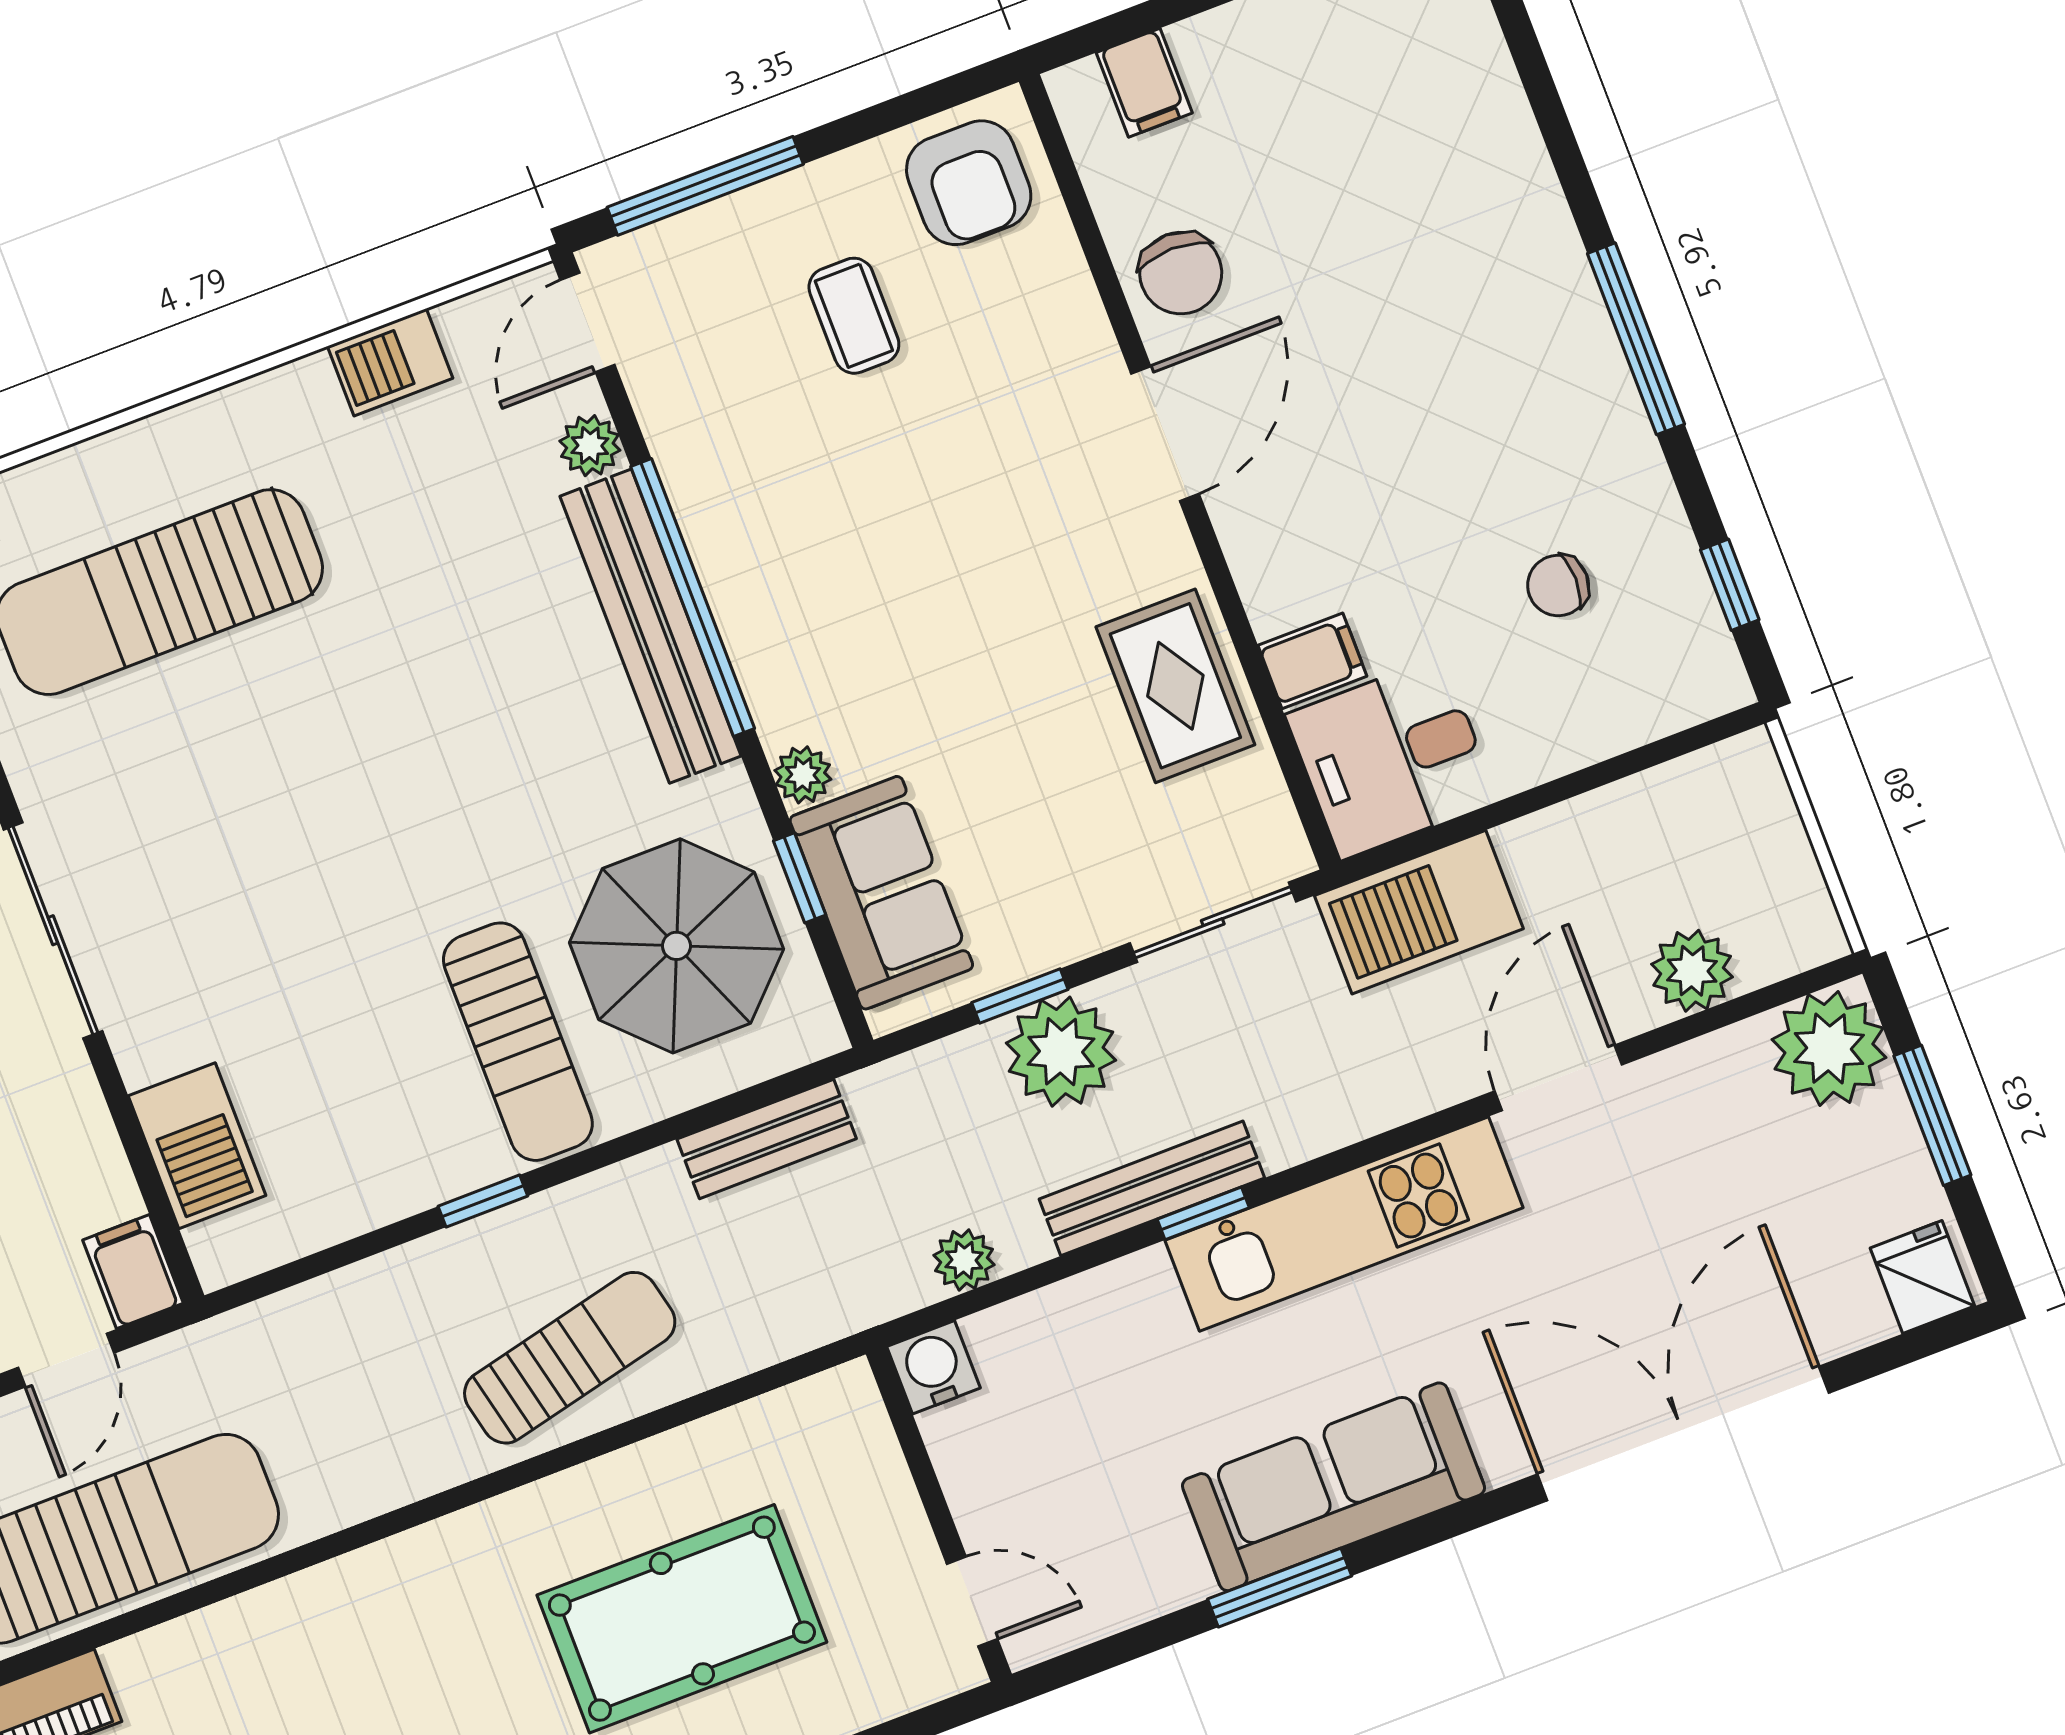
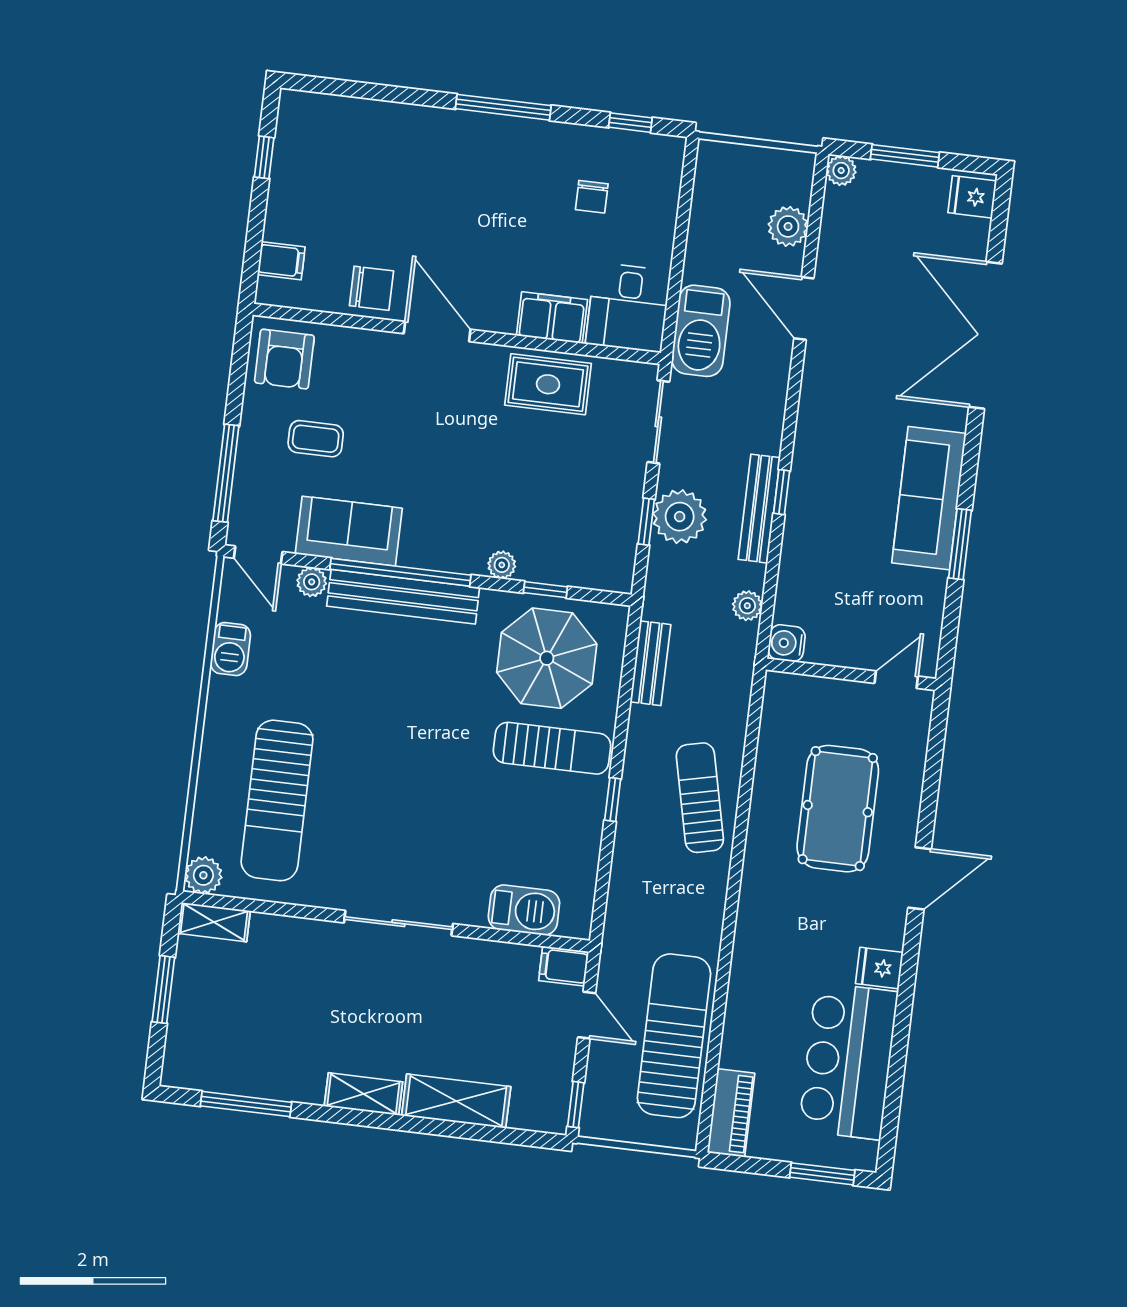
armchair: (969, 183) -> (284, 359), turned 90
filing cabinet: (1312, 661) -> (552, 318), width x2.00
sofa: (881, 893) -> (349, 531), moved
plant: (1829, 1048) -> (841, 171), width x0.53, depth x0.53
kitchen unit: (1344, 1224) -> (818, 434), removed

